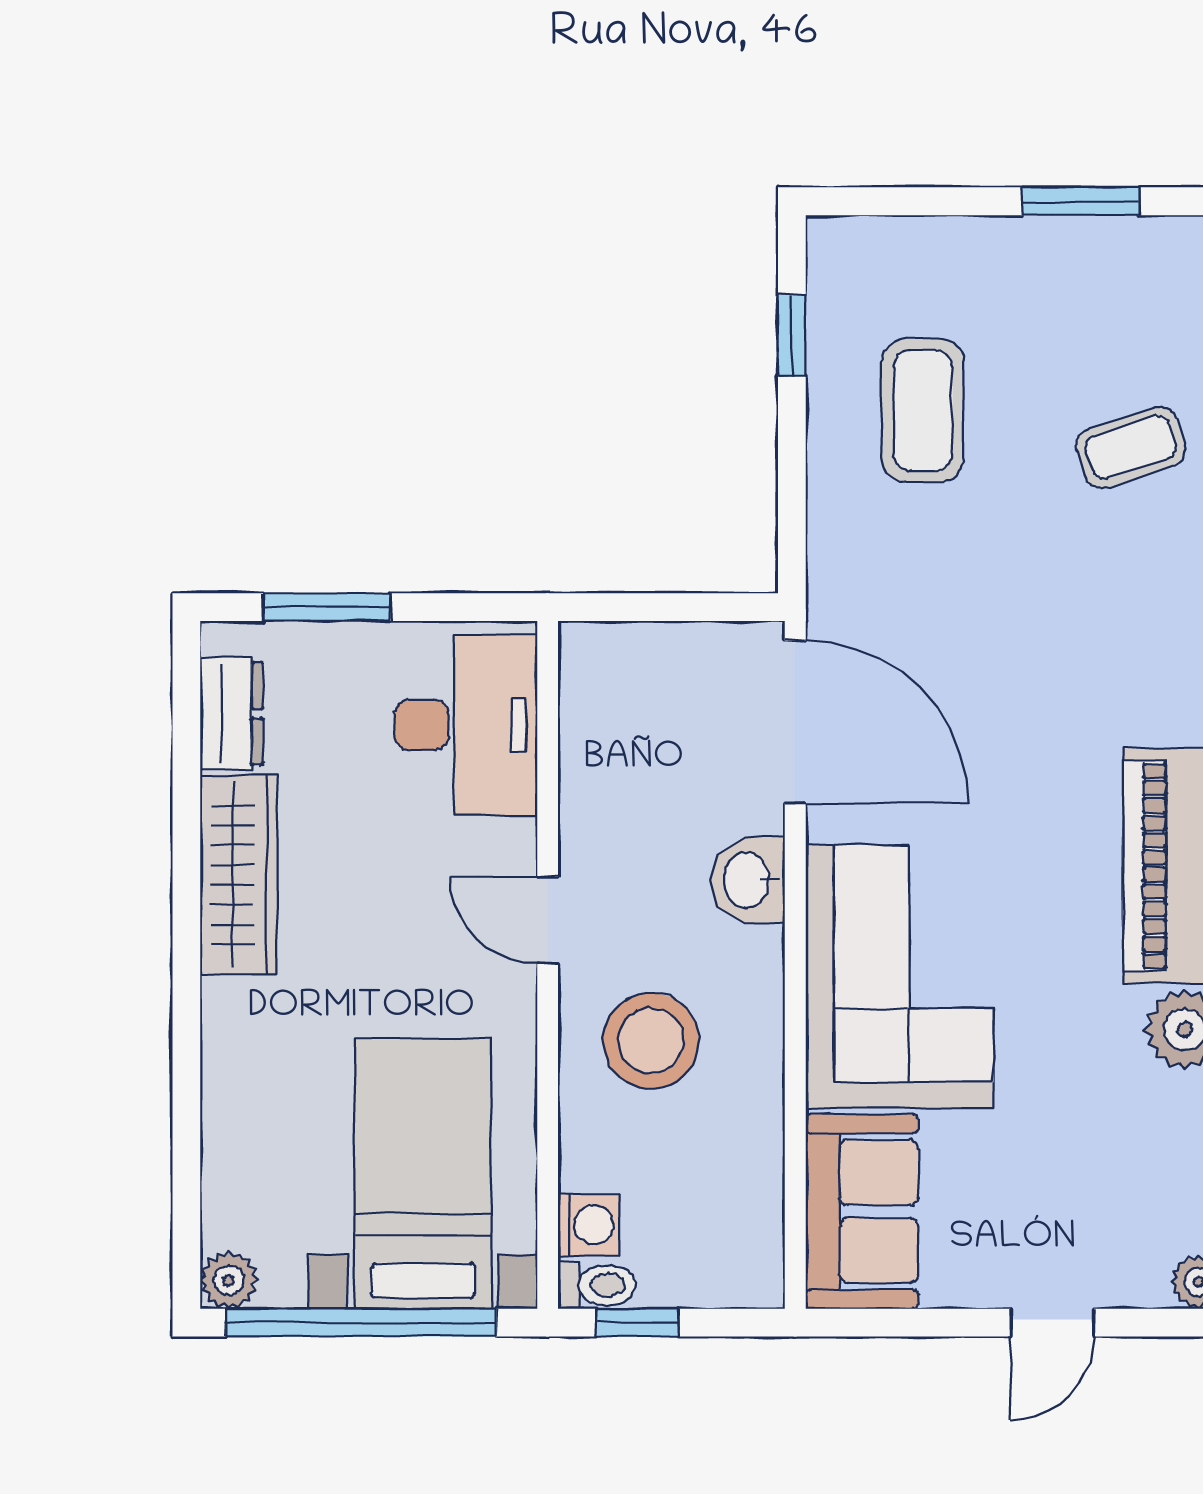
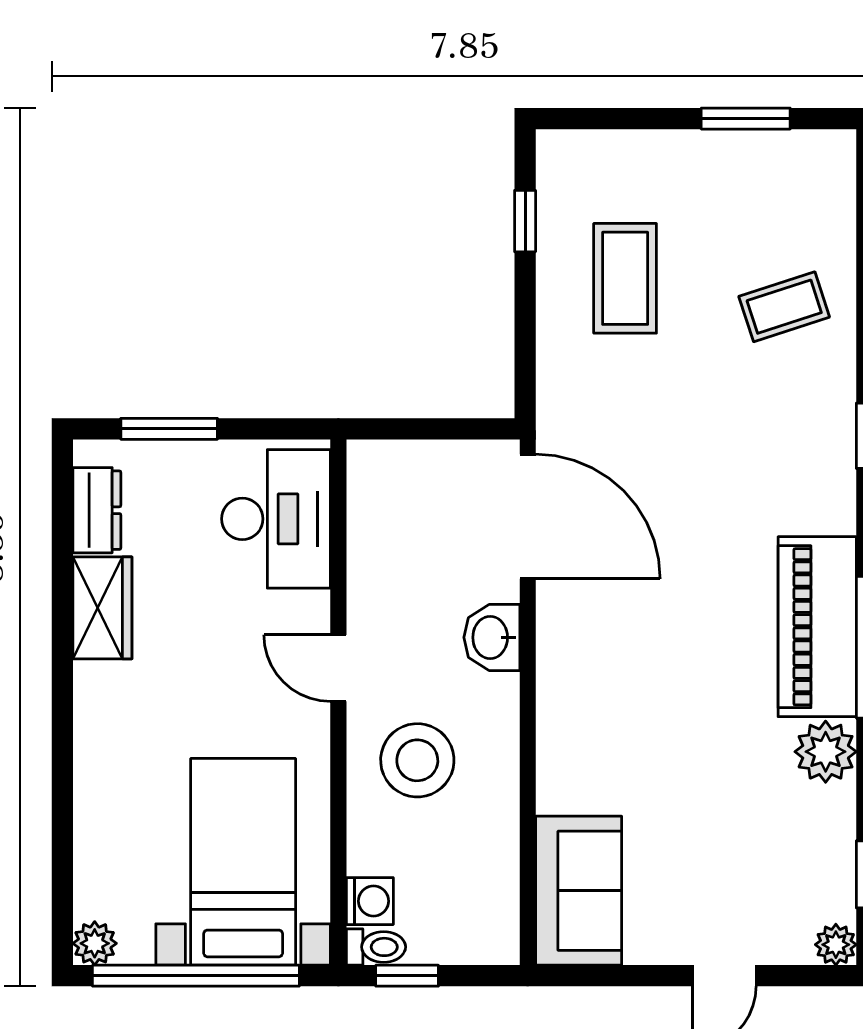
wardrobe: (239, 875) -> (102, 608), width x0.67
corner sofa: (900, 977) -> (607, 711), removed

